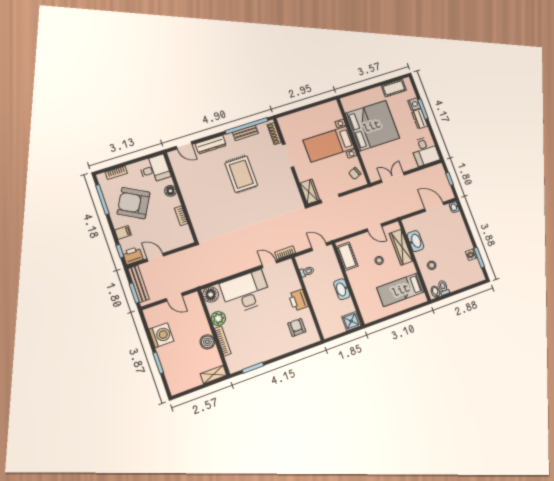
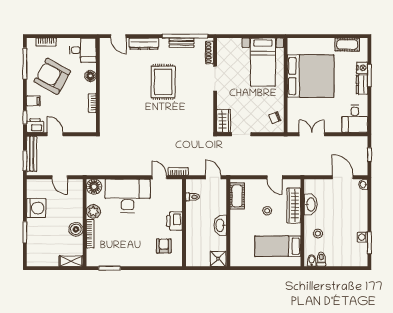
bed with nightstands: (329, 144) -> (263, 62), moved, turned -90

